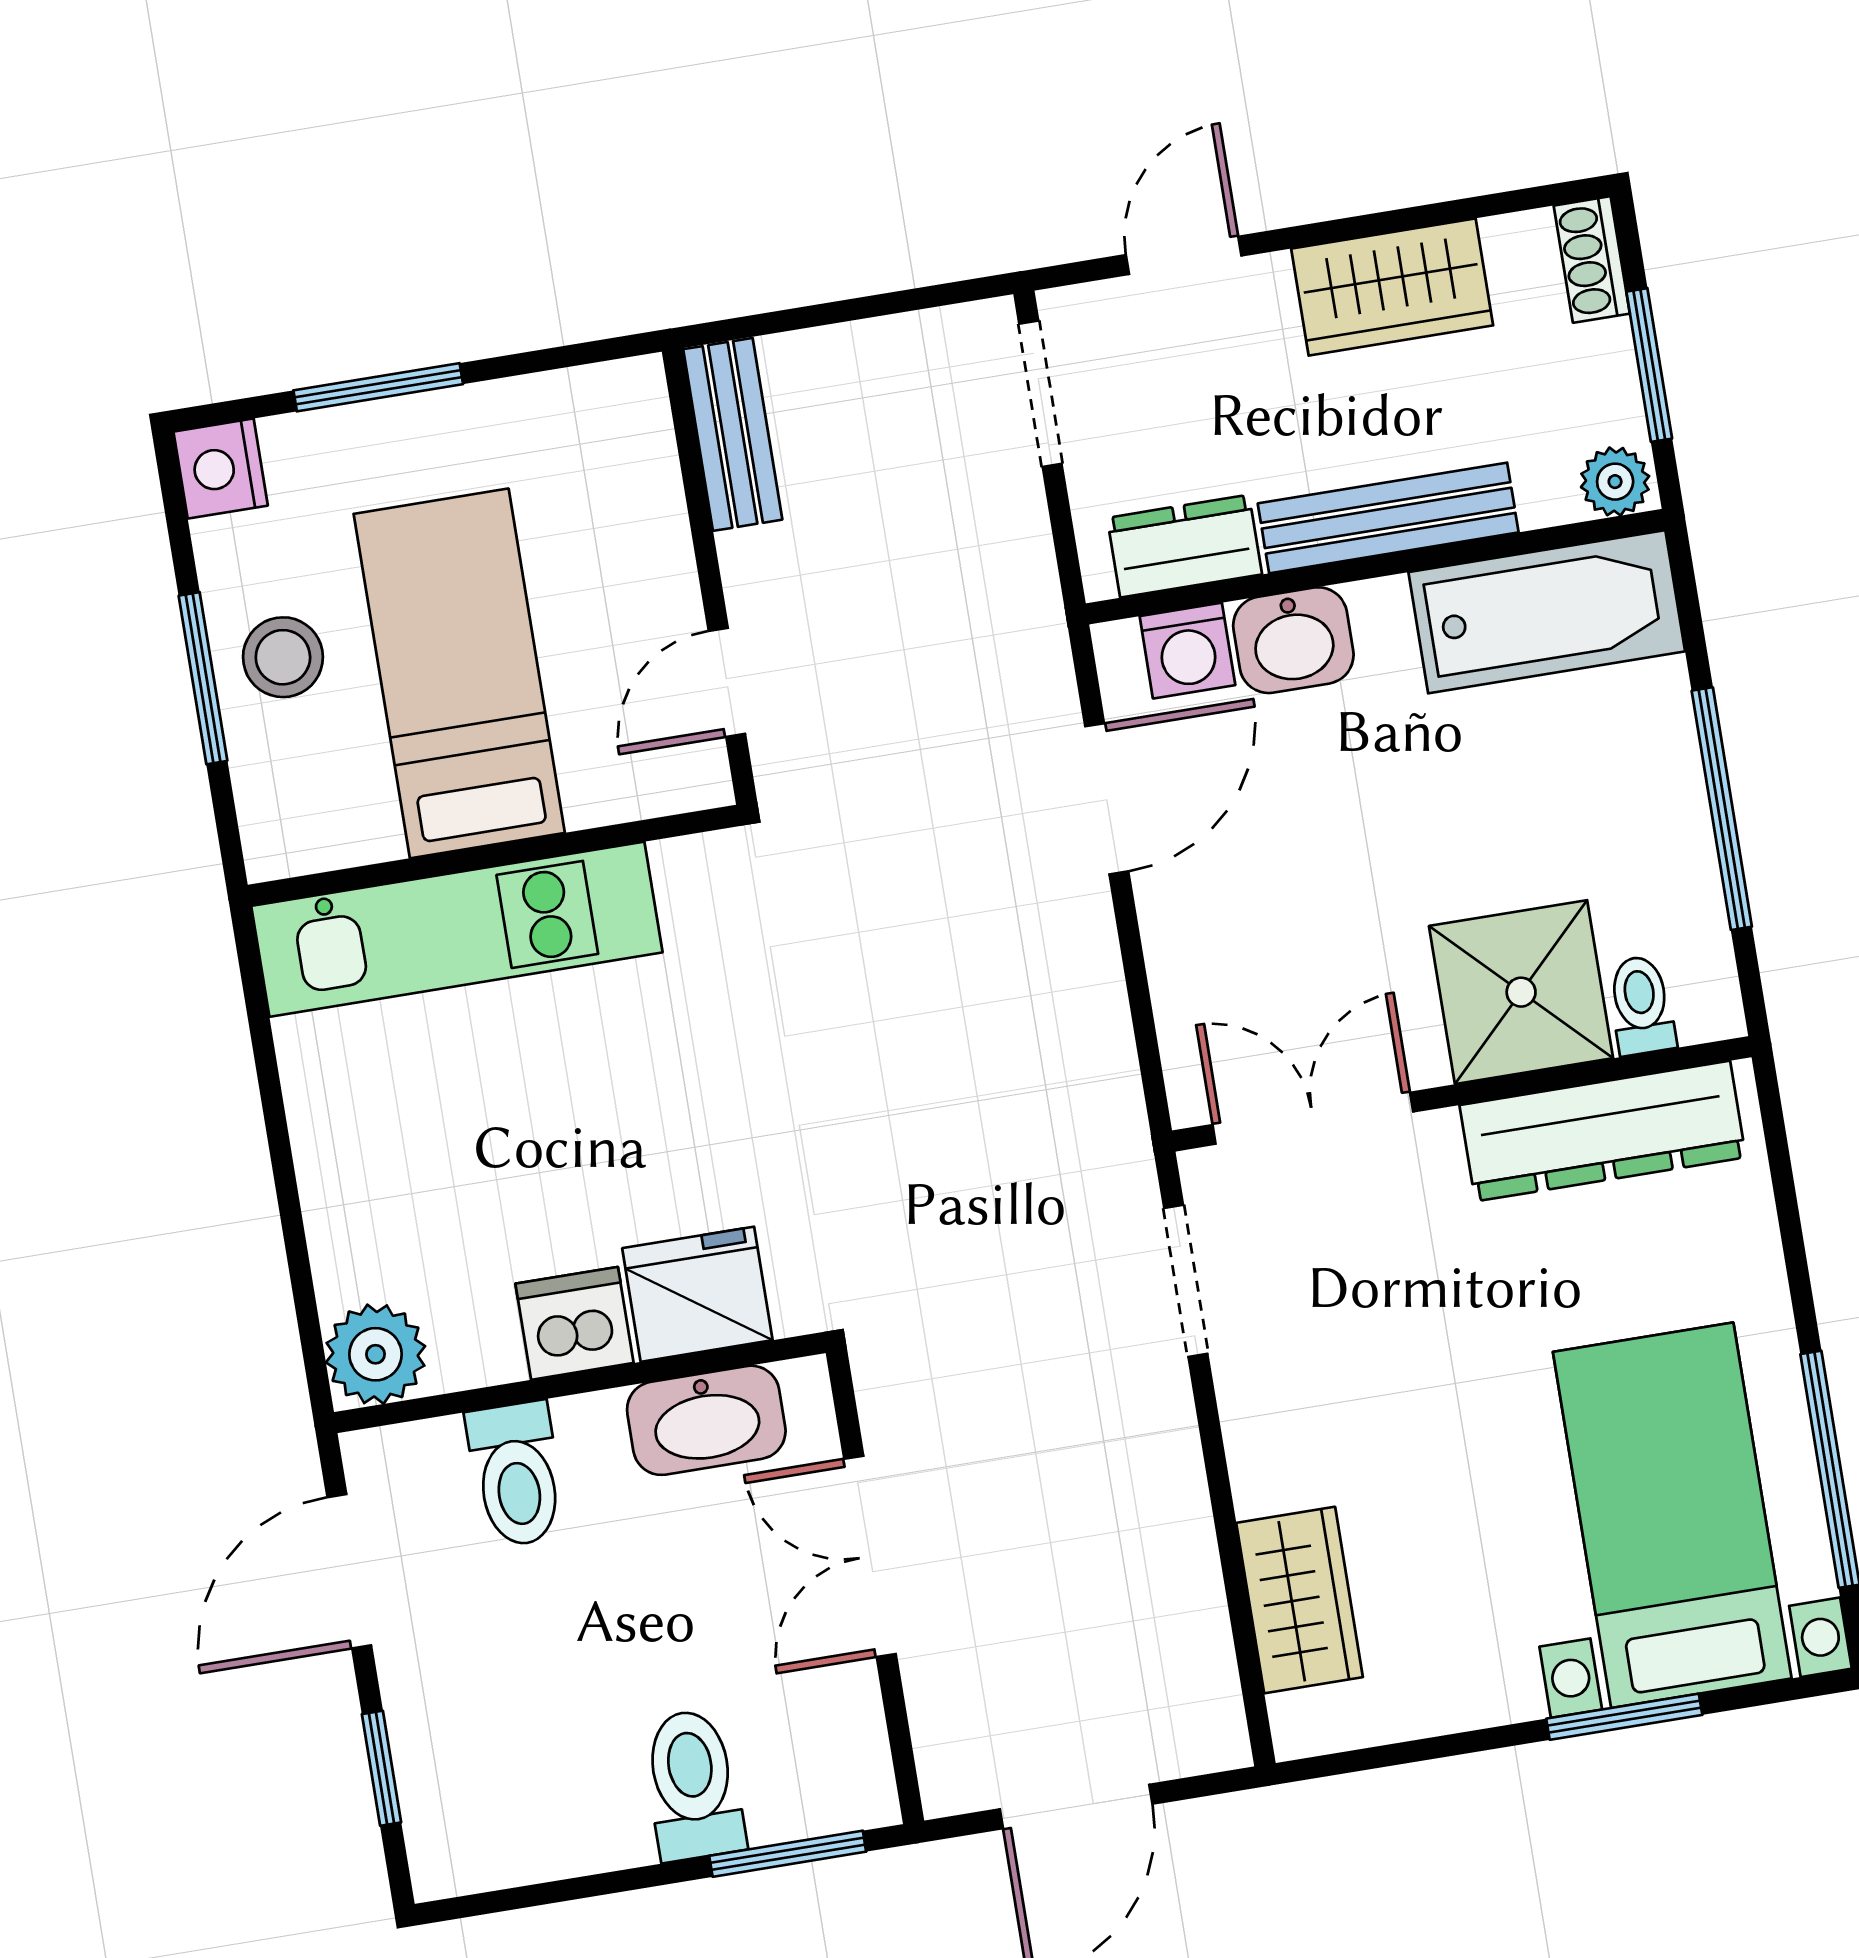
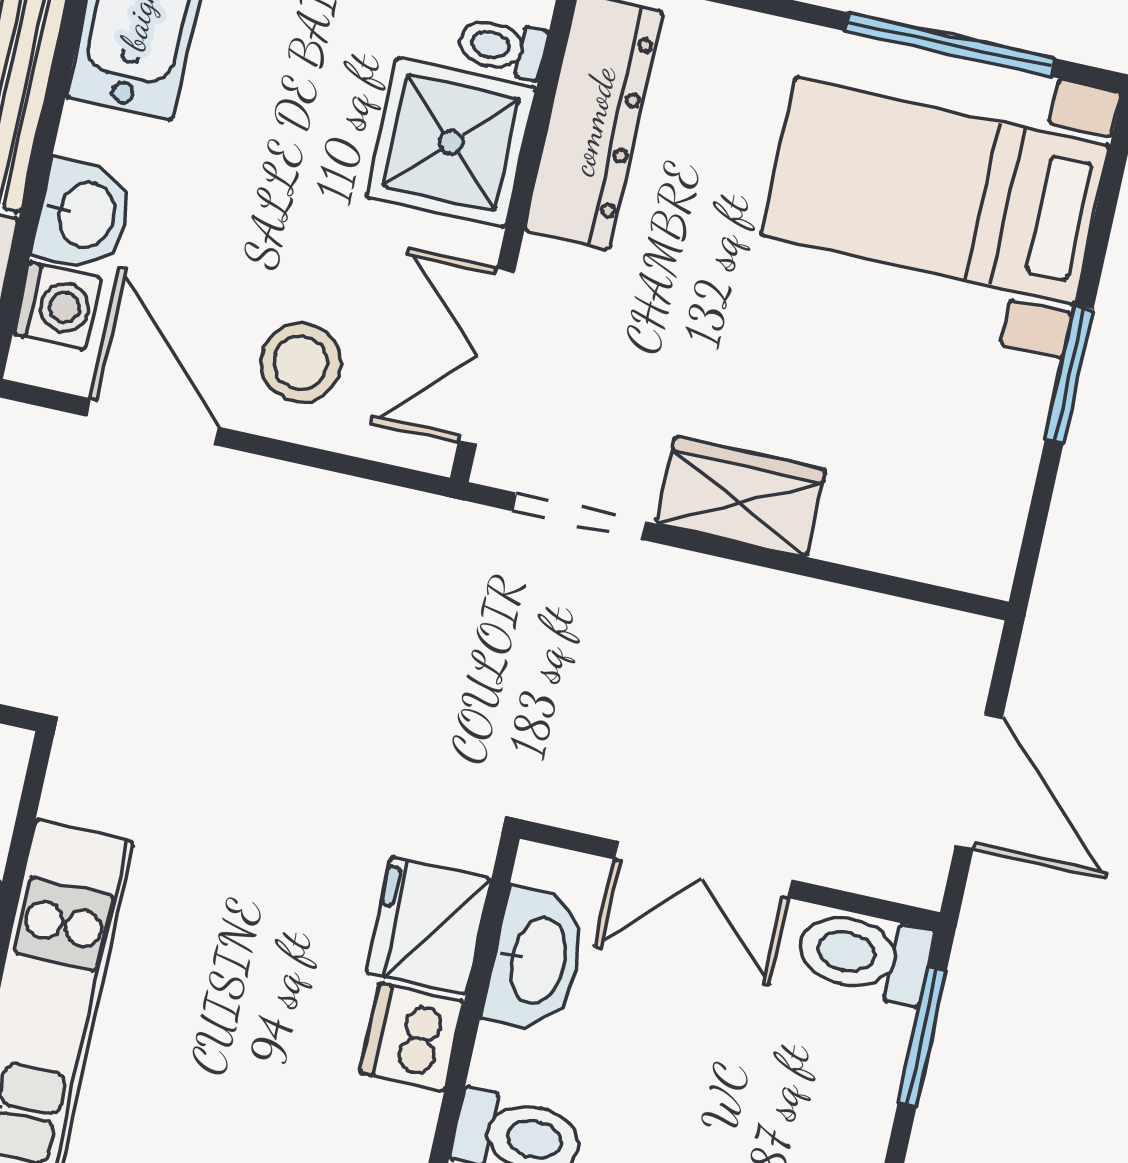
stool: (1230, 927) -> (301, 362), added
wardrobe: (1300, 1600) -> (741, 497), moved
window: (1624, 1717) -> (1069, 374), moved
toilet: (693, 1785) -> (864, 955), moved

